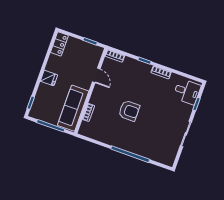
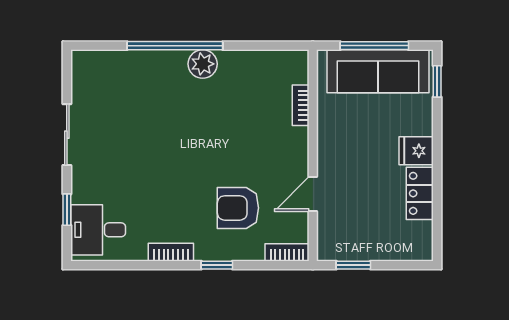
locker: (59, 44) -> (420, 193), moved
door: (96, 75) -> (313, 194), hinge flipped
sofa: (73, 108) -> (378, 71), moved, turned 90
armchair: (129, 111) -> (238, 208), moved
plant: (122, 143) -> (203, 64), added

